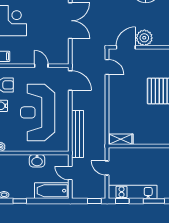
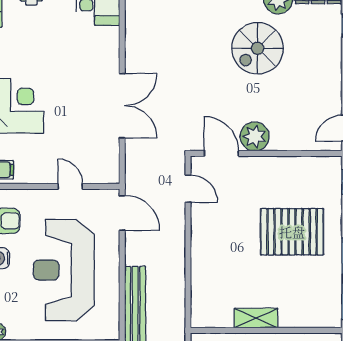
door: (126, 47) -> (221, 153), hinge flipped
shelving: (121, 139) -> (256, 318), moved

